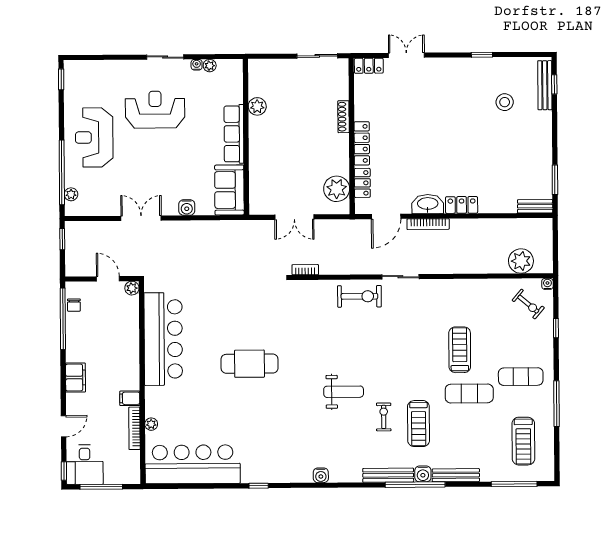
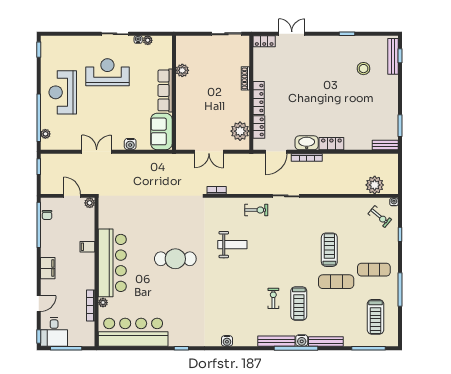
exercise bike: (359, 296) -> (256, 210), width x0.73, depth x0.72
bar counter: (163, 339) -> (112, 263), moved
weight bench: (344, 392) -> (232, 245), moved
filing cabinet: (130, 398) -> (87, 247), moved

